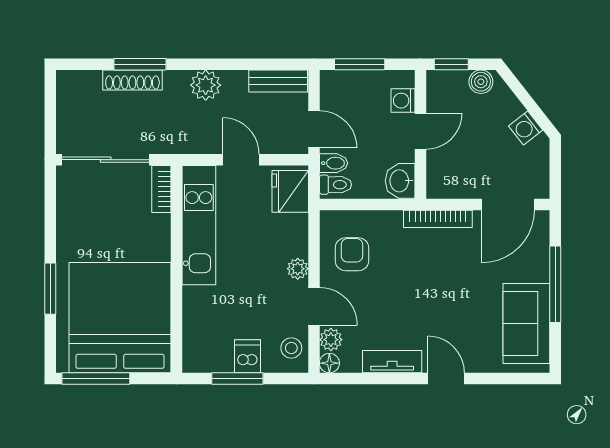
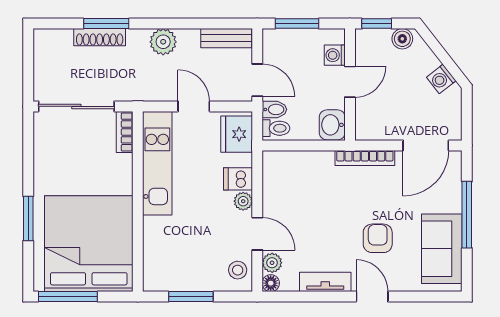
armchair: (352, 254) -> (378, 238), moved
dishwasher: (248, 356) -> (238, 179), moved, turned -90

